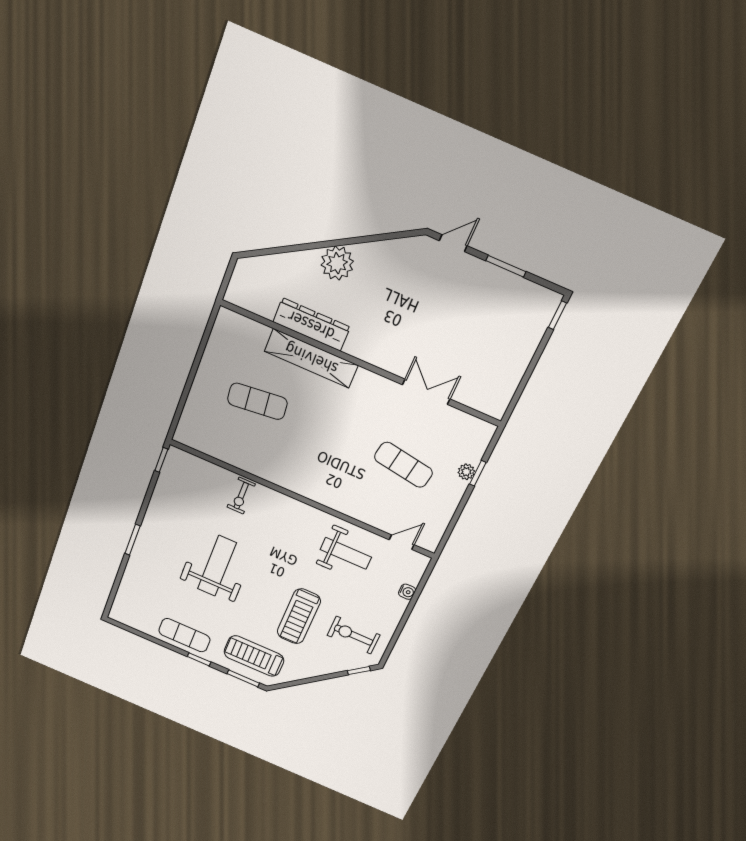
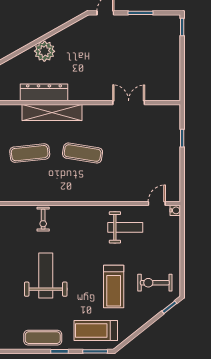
exercise mat: (403, 465) -> (83, 153), moved
plant: (466, 472) -> (175, 140), removed
water cooler: (407, 592) -> (175, 210), moved

